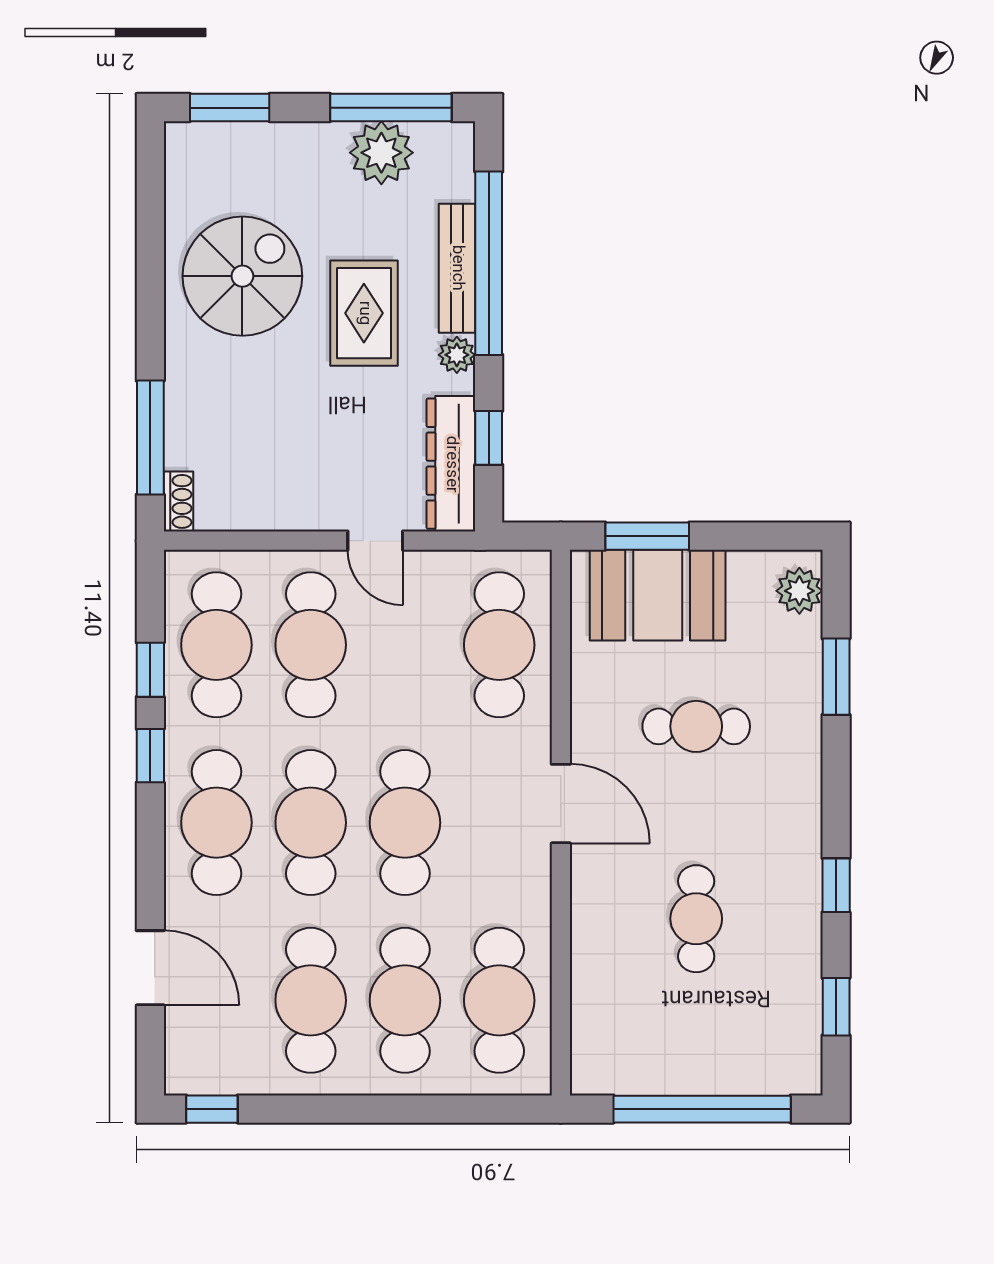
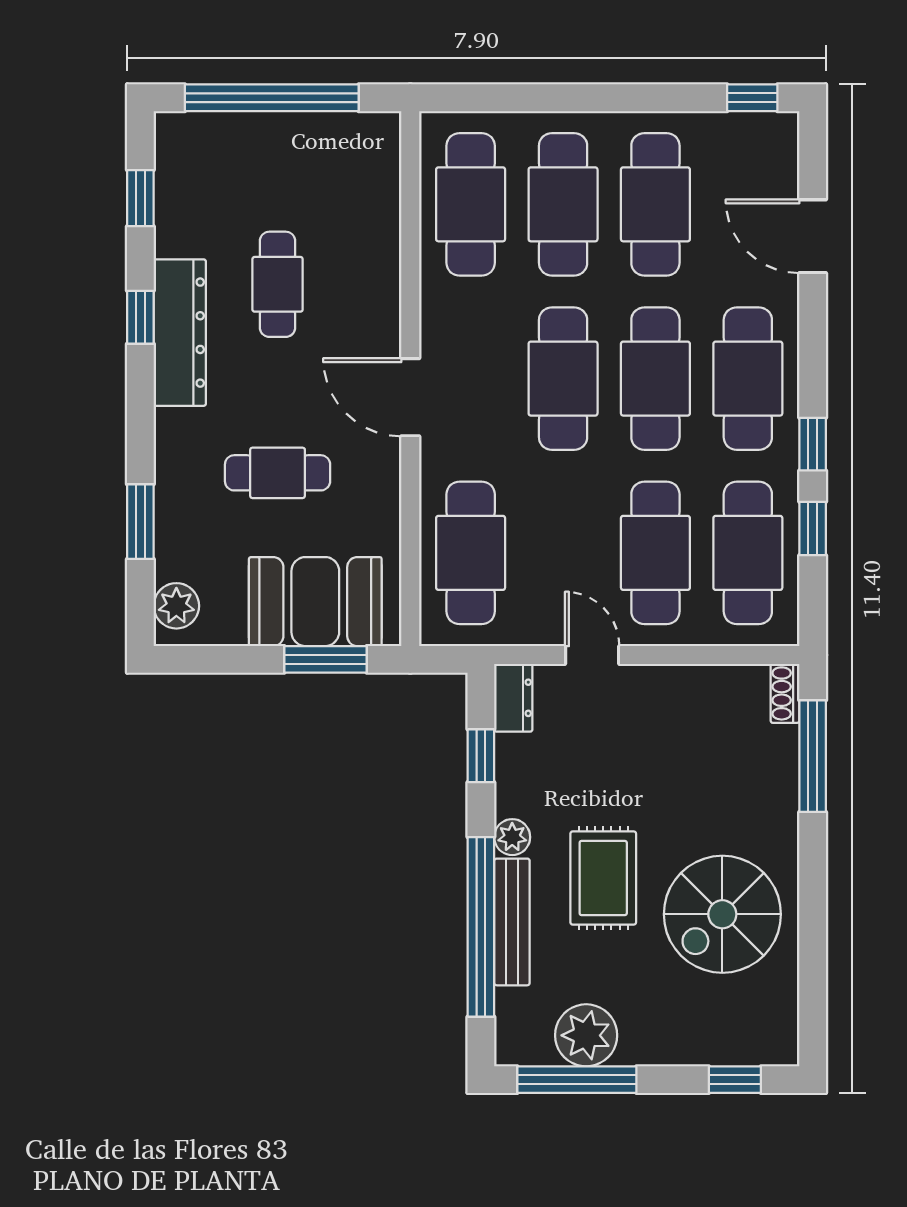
window: (230, 108) -> (735, 1080), width x0.67
dresser: (451, 464) -> (513, 698), width x0.51, depth x0.80
dresser: (796, 870) -> (180, 333), added

